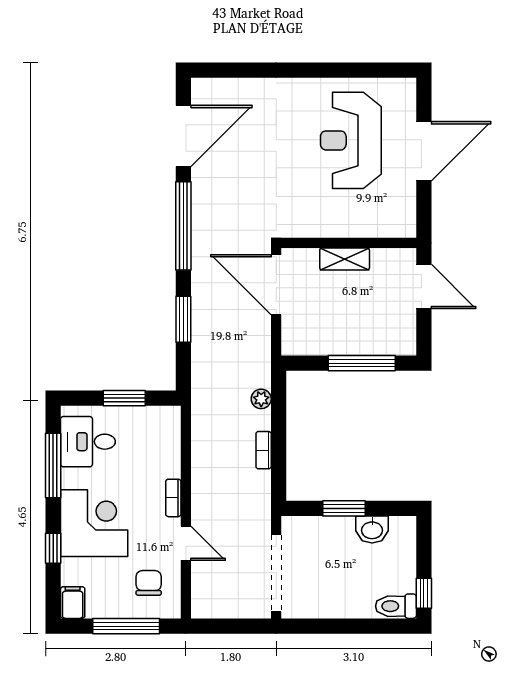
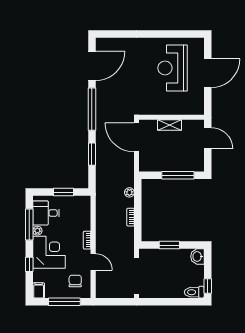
plant: (70, 478) -> (37, 231), added
washbasin: (372, 530) -> (197, 256), moved, turned 90

